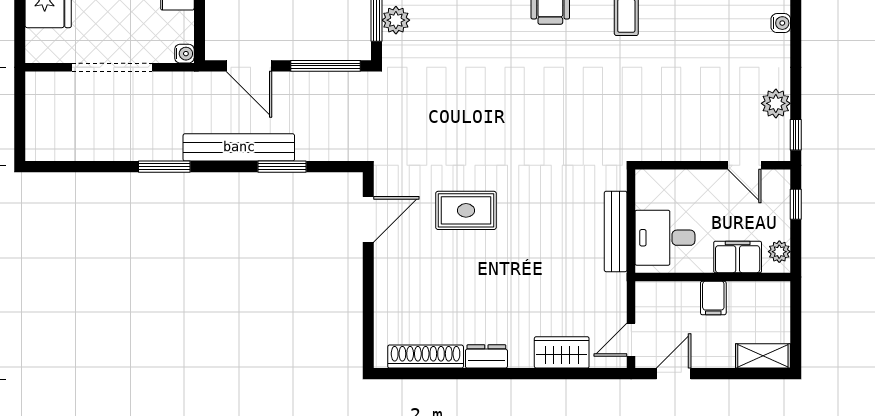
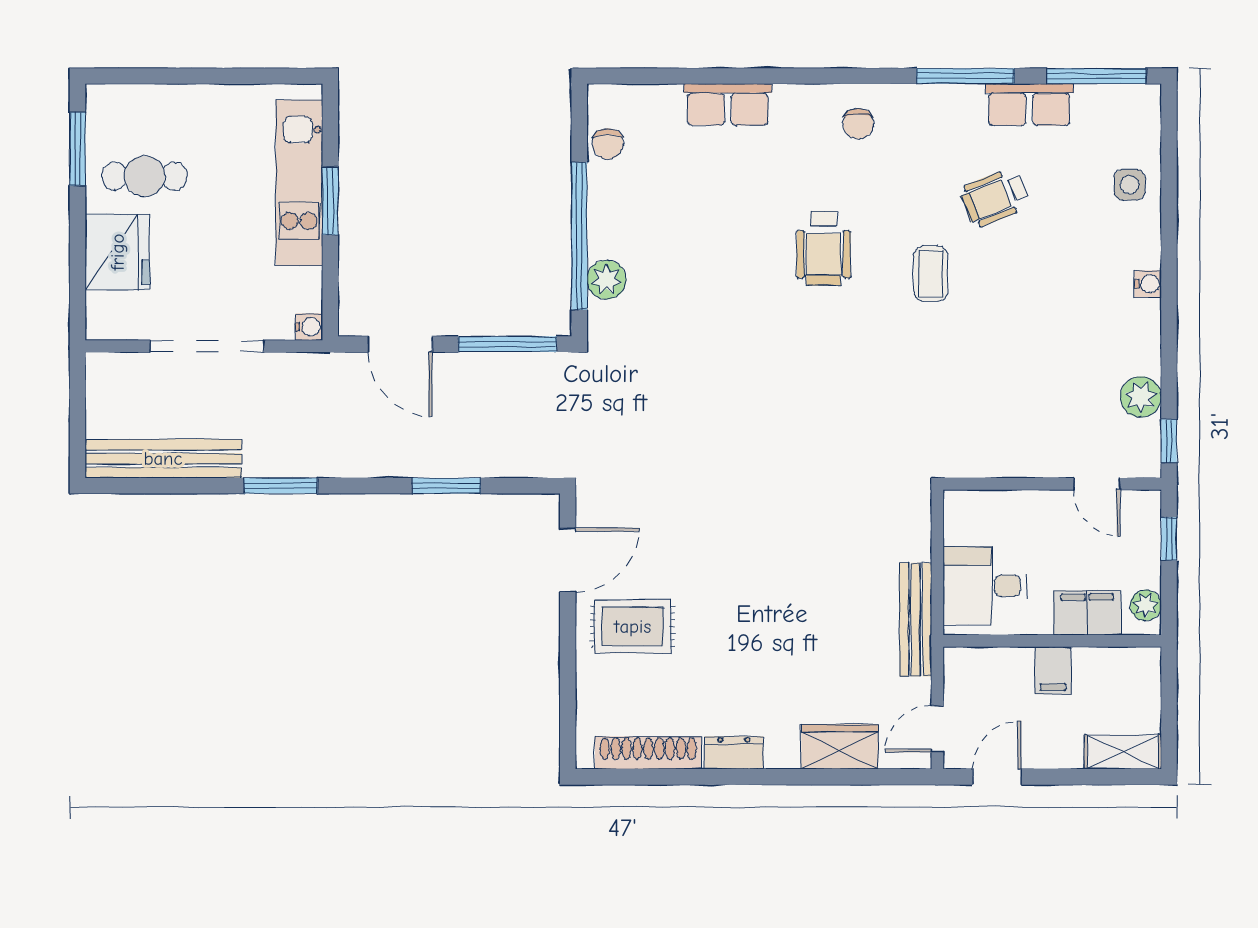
bench: (239, 147) -> (163, 459), moved
rug: (466, 210) -> (633, 627), moved
bench: (616, 231) -> (916, 620), moved

